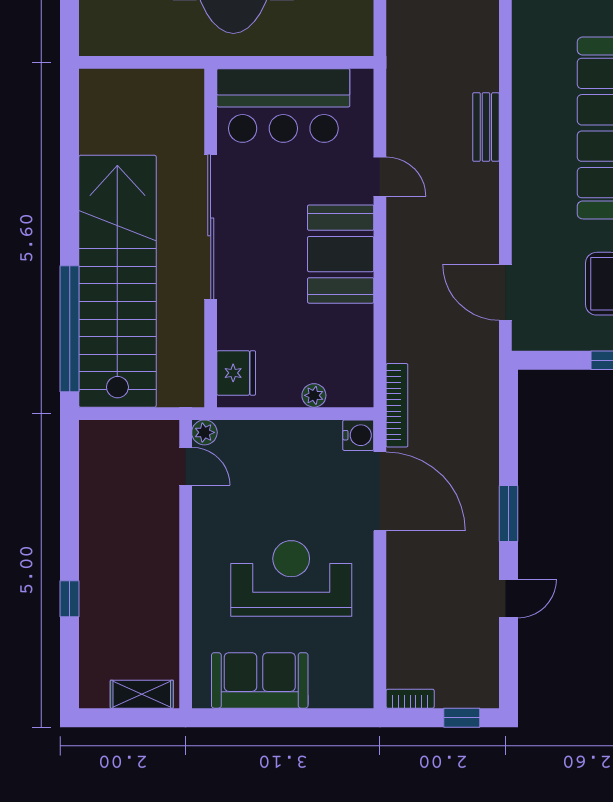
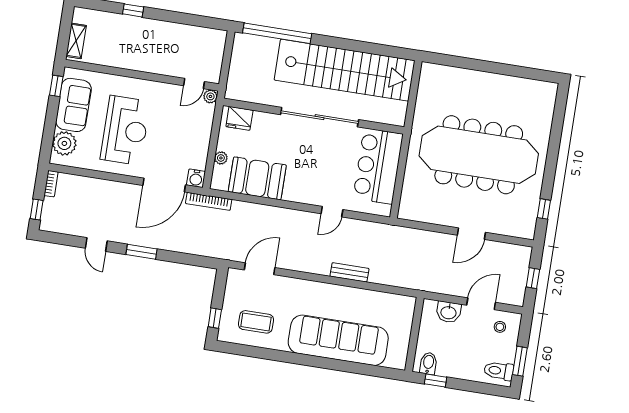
booth: (341, 254) -> (257, 178), moved
stairs: (117, 281) -> (345, 70), moved
plant: (333, 686) -> (64, 143), added
window: (230, 718) -> (56, 86), added

